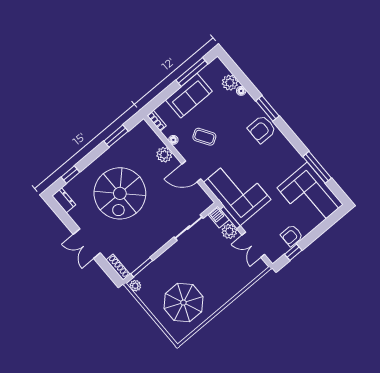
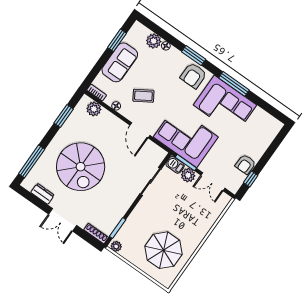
window: (192, 72) -> (117, 40), width x0.69
plant: (164, 155) -> (94, 109), moved
window: (317, 167) -> (234, 84), moved
door: (191, 172) -> (140, 130), hinge flipped
window: (70, 175) -> (32, 161), width x2.17
corner sofa: (310, 196) -> (225, 105), moved
dresser: (64, 200) -> (43, 194), moved

